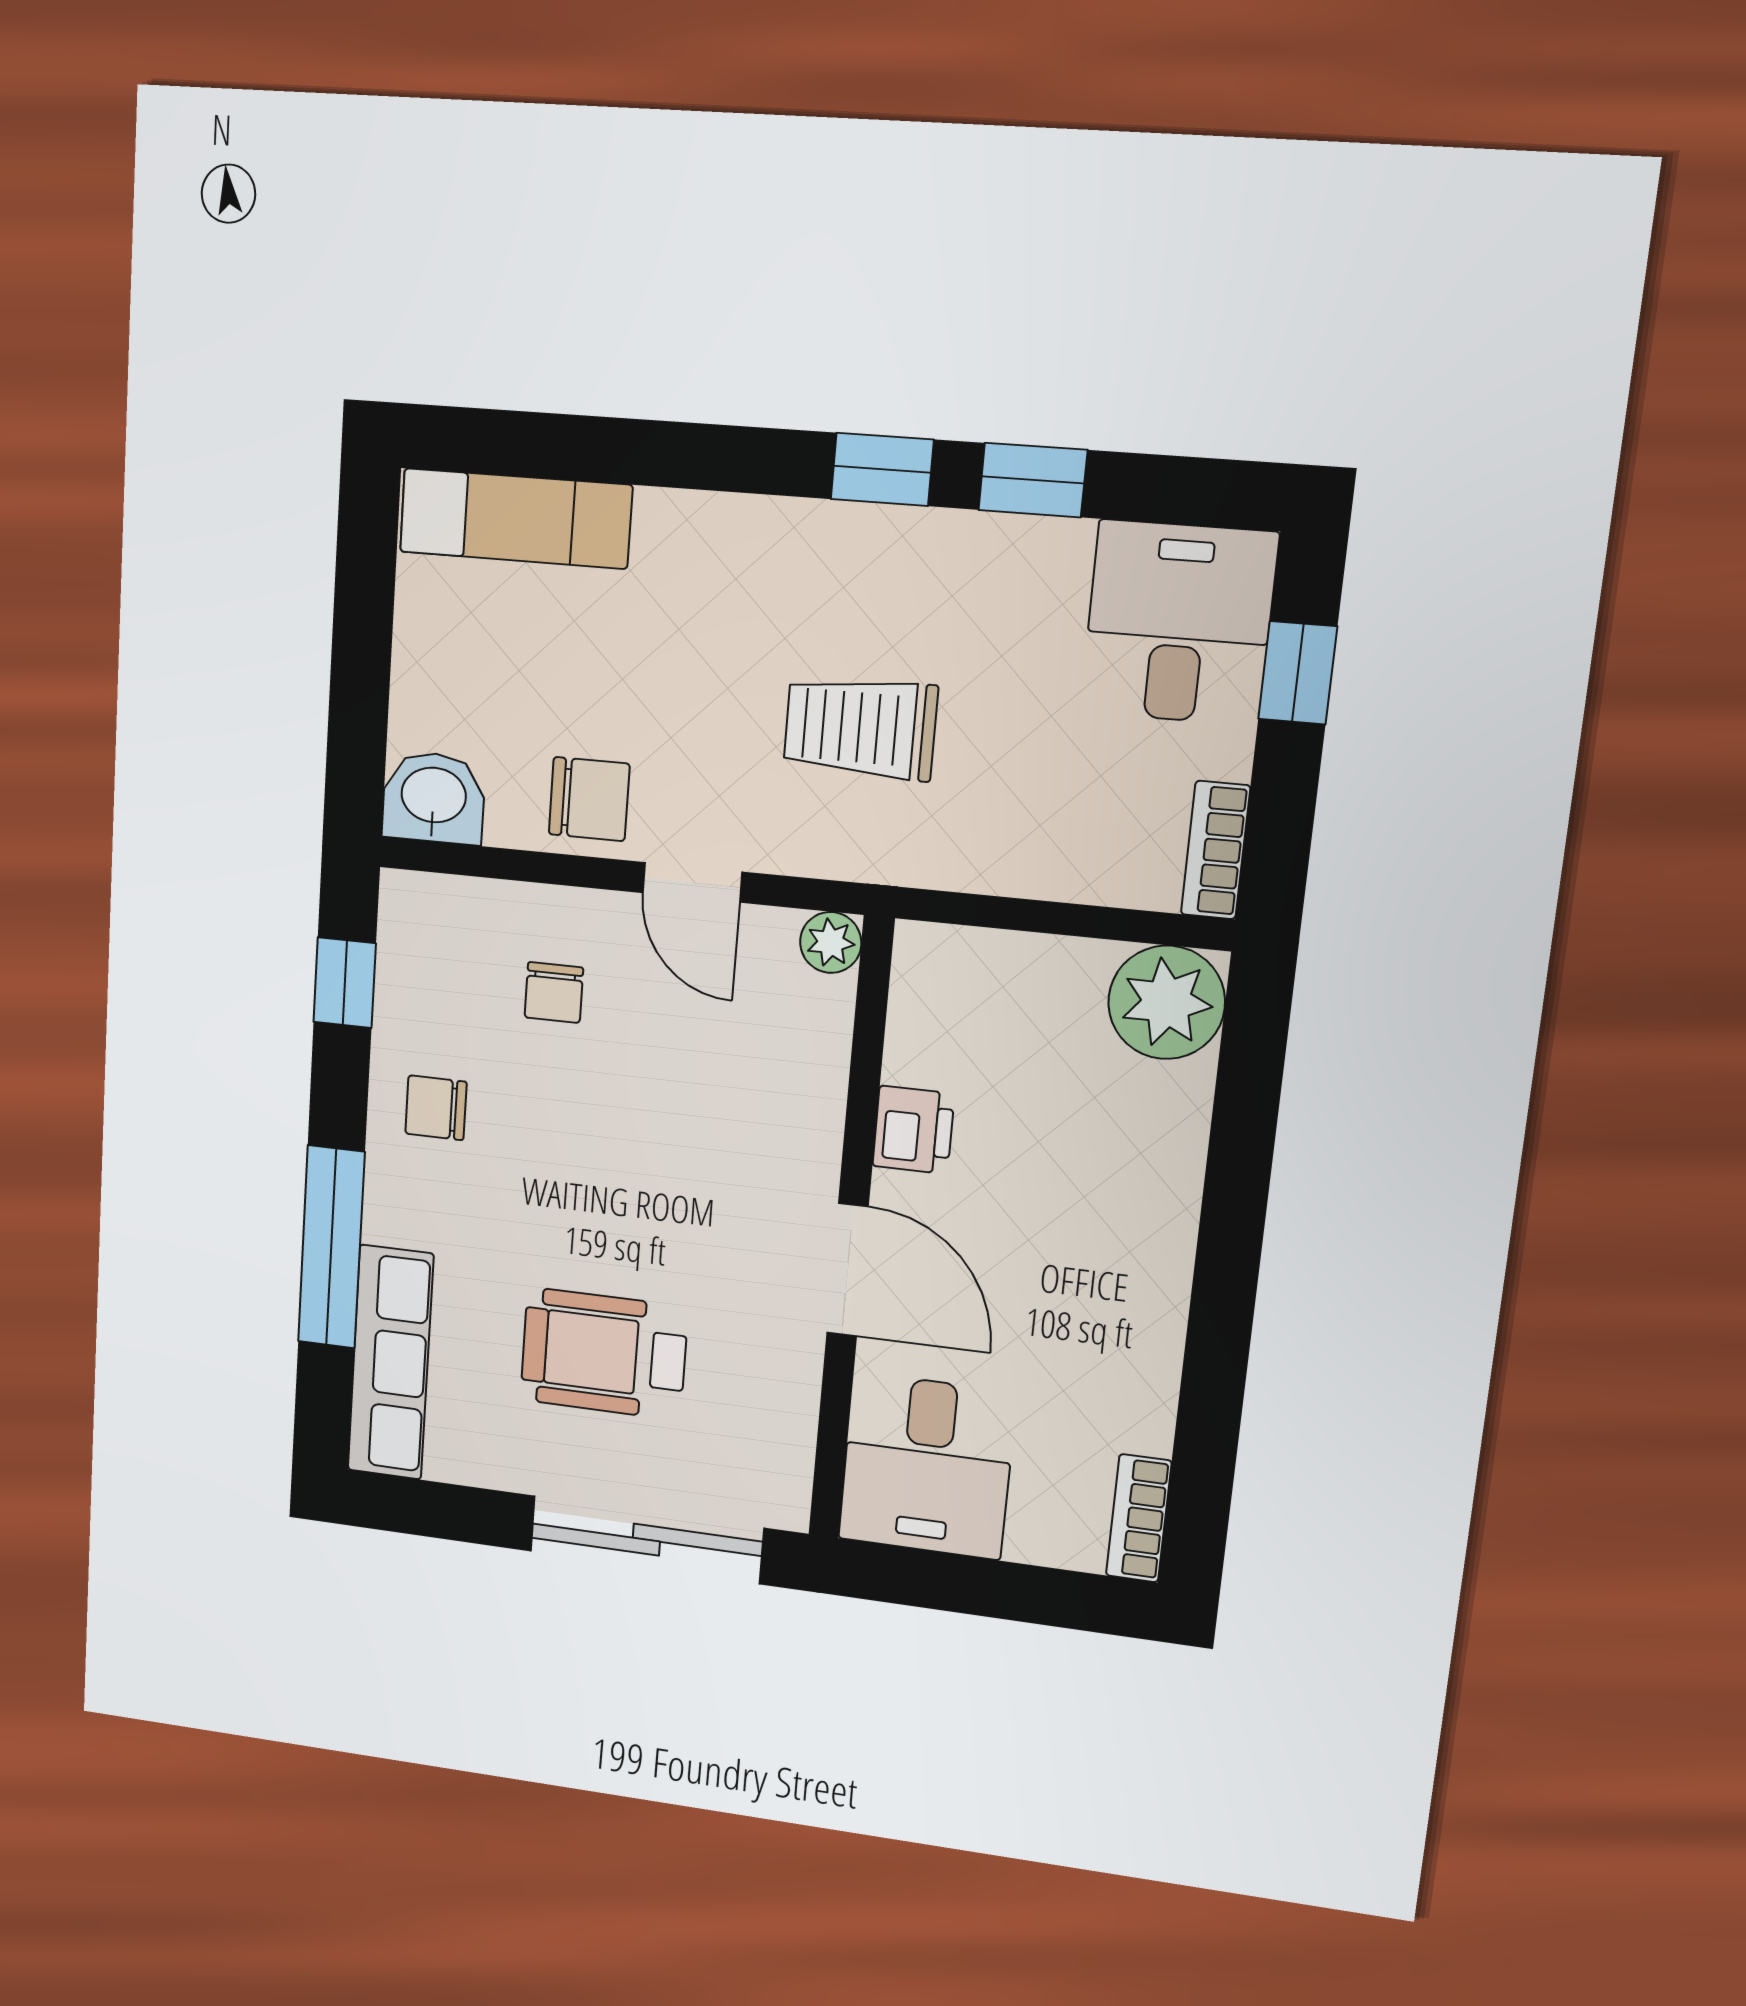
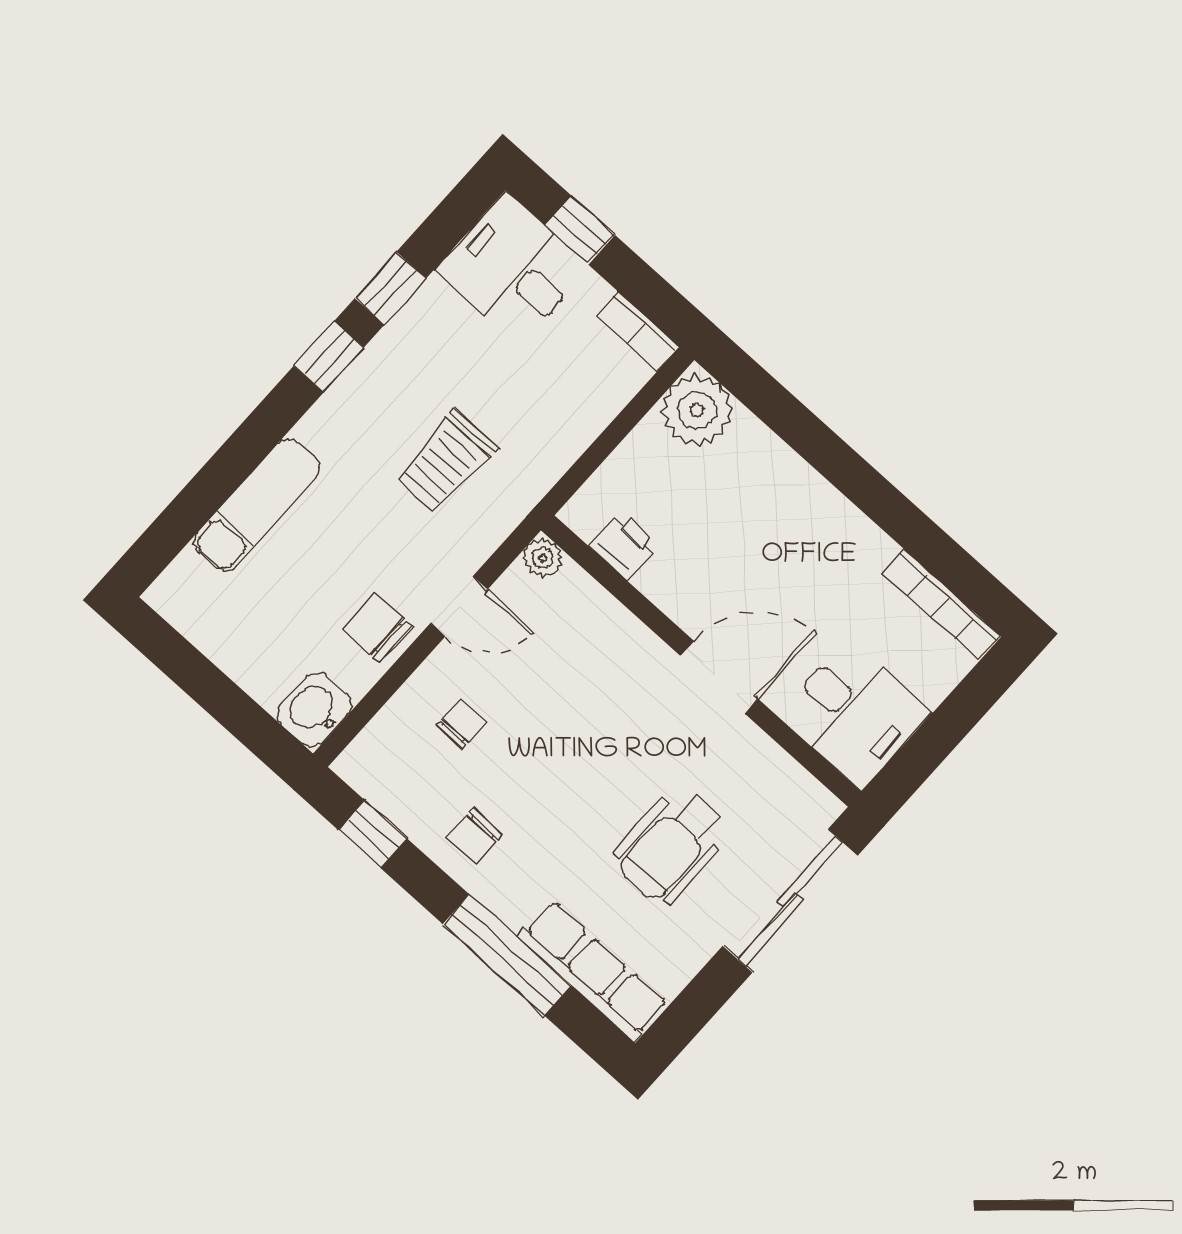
exam couch: (515, 519) -> (257, 505), moved
chair: (589, 799) -> (377, 628), turned -90
chair: (554, 993) -> (461, 724), turned -90
printer: (913, 1130) -> (624, 546), moved
bookcase: (1139, 1518) -> (942, 605), width x1.56

